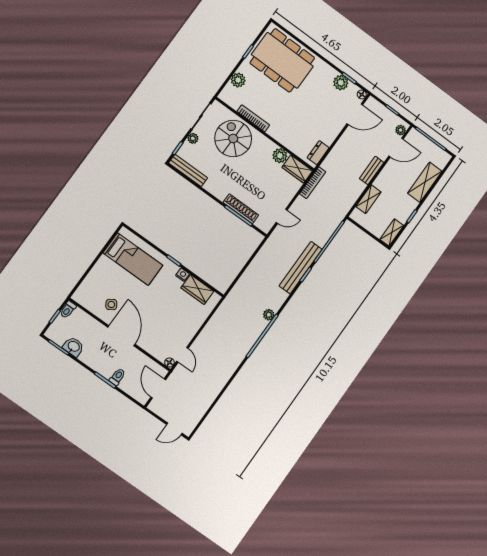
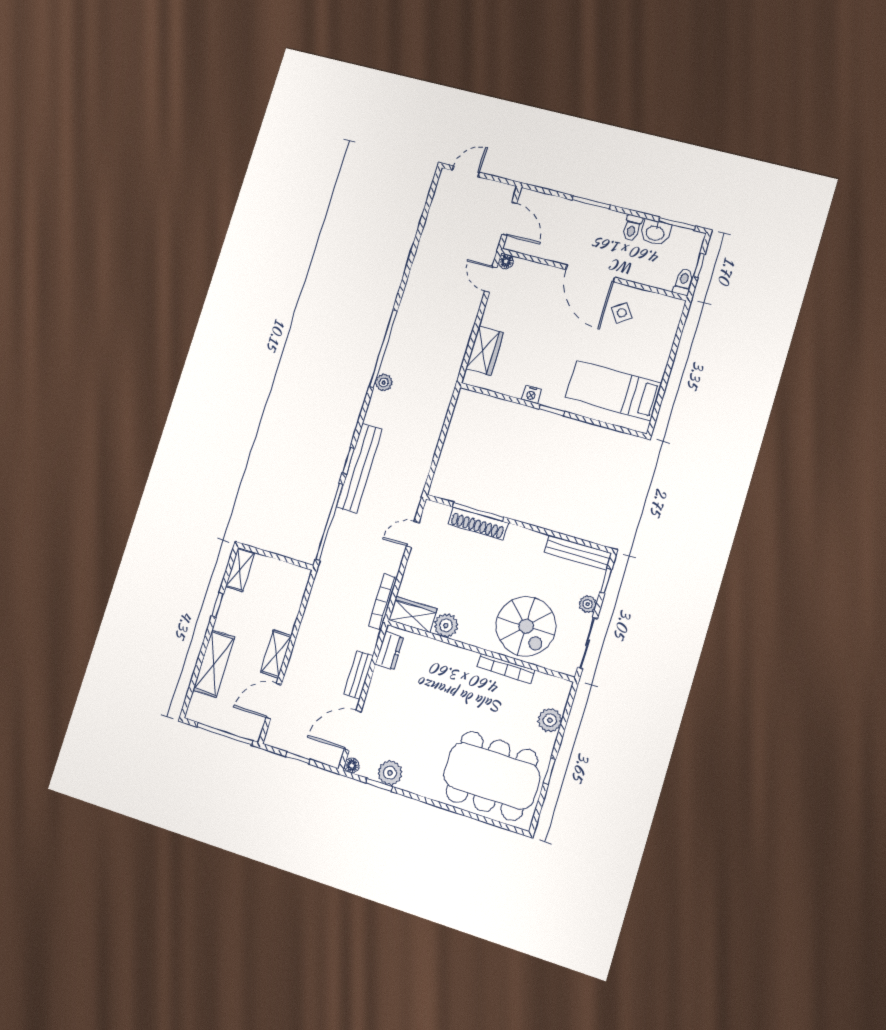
plant: (401, 130) -> (275, 731), removed
bench: (372, 170) -> (359, 675), moved
shelving: (368, 199) -> (276, 654), moved
wardrobe: (197, 290) -> (485, 351), moved, turned 90
toilet: (117, 377) -> (632, 228), moved

